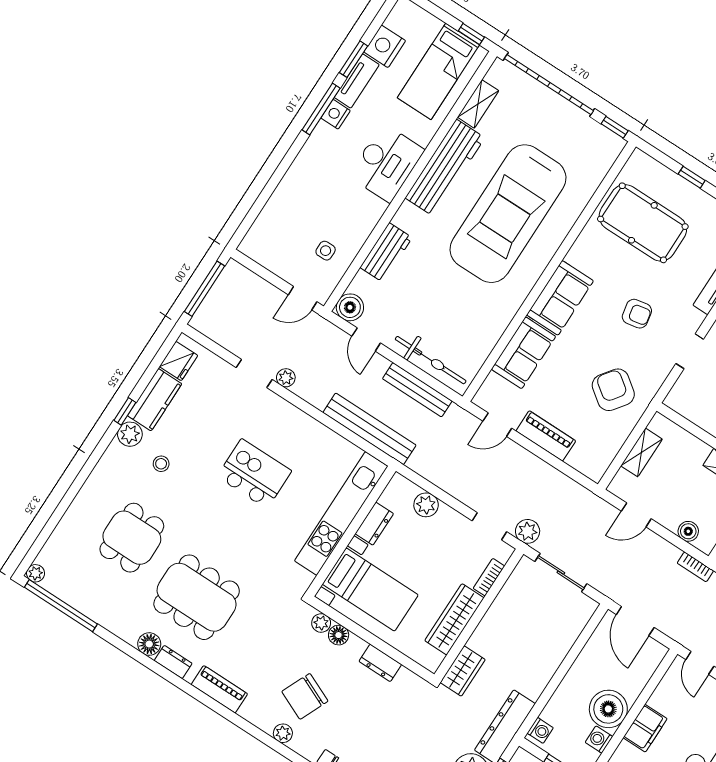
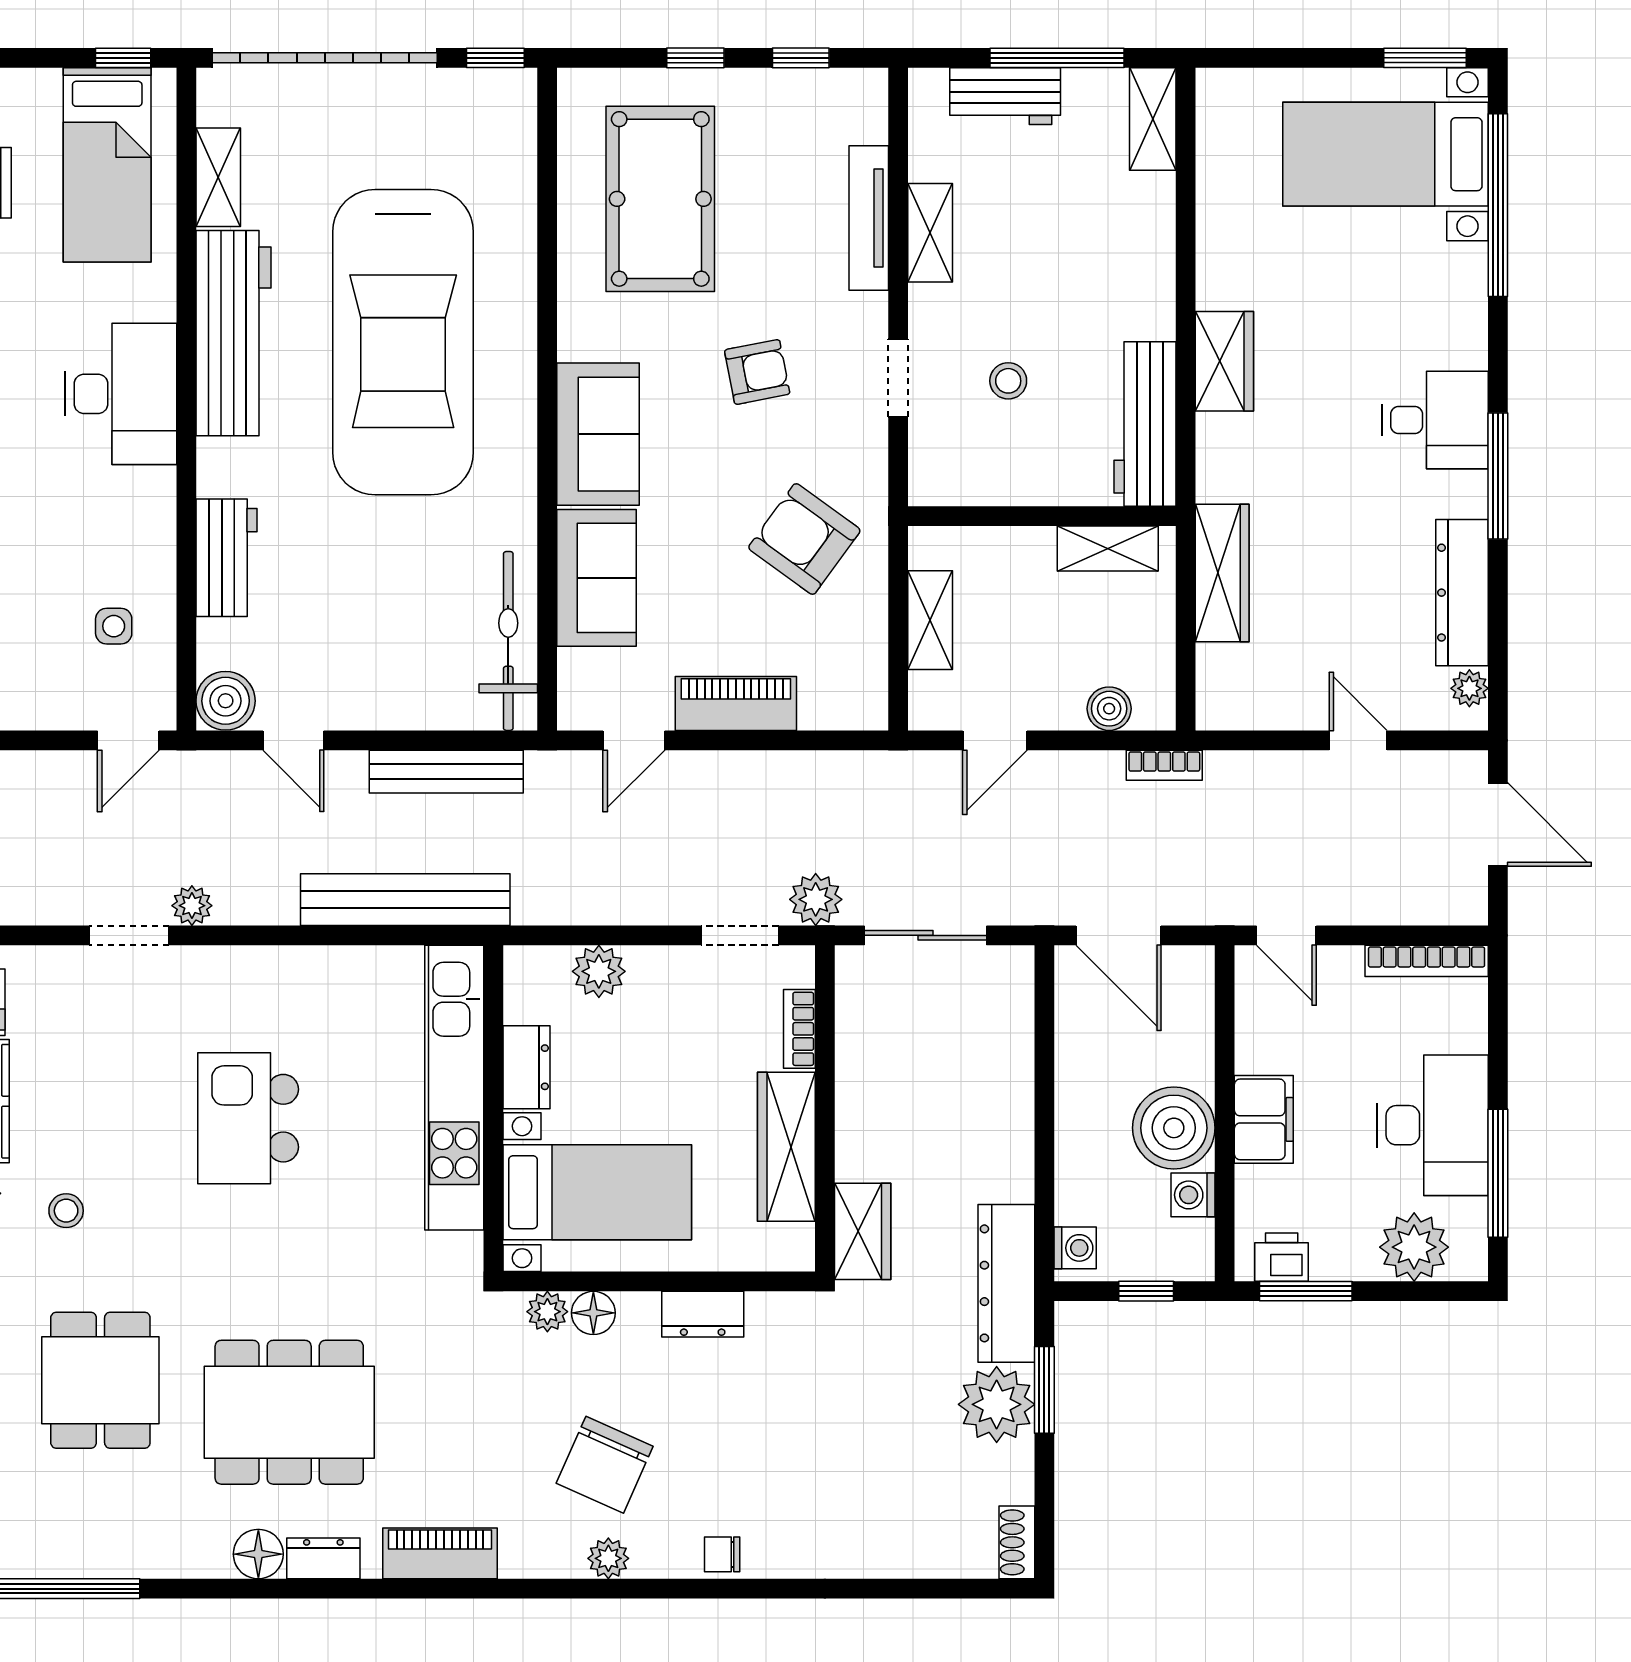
pool table: (643, 223) -> (660, 199), turned 90
bicycle: (431, 360) -> (508, 641), moved, turned -90
kitchen island: (254, 474) -> (248, 1118), turned -90

